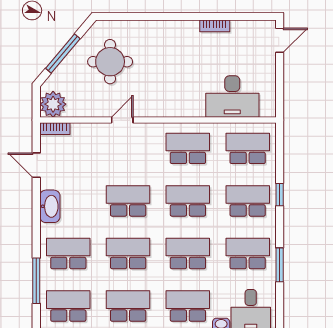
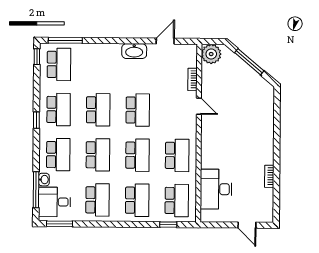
door: (280, 40) -> (247, 225), moved
round table: (110, 62) -> (243, 97), removed
bookcase: (55, 129) -> (192, 79), moved
window: (280, 195) -> (168, 225), moved
school desk: (68, 254) -> (99, 65), removed
window: (280, 265) -> (60, 224), moved
window: (36, 281) -> (65, 40), moved

